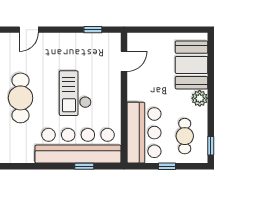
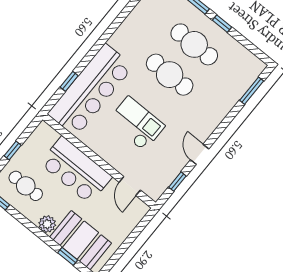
door: (29, 30) -> (200, 154), moved
window: (211, 65) -> (68, 256), added
bar counter: (144, 133) -> (76, 170), moved

